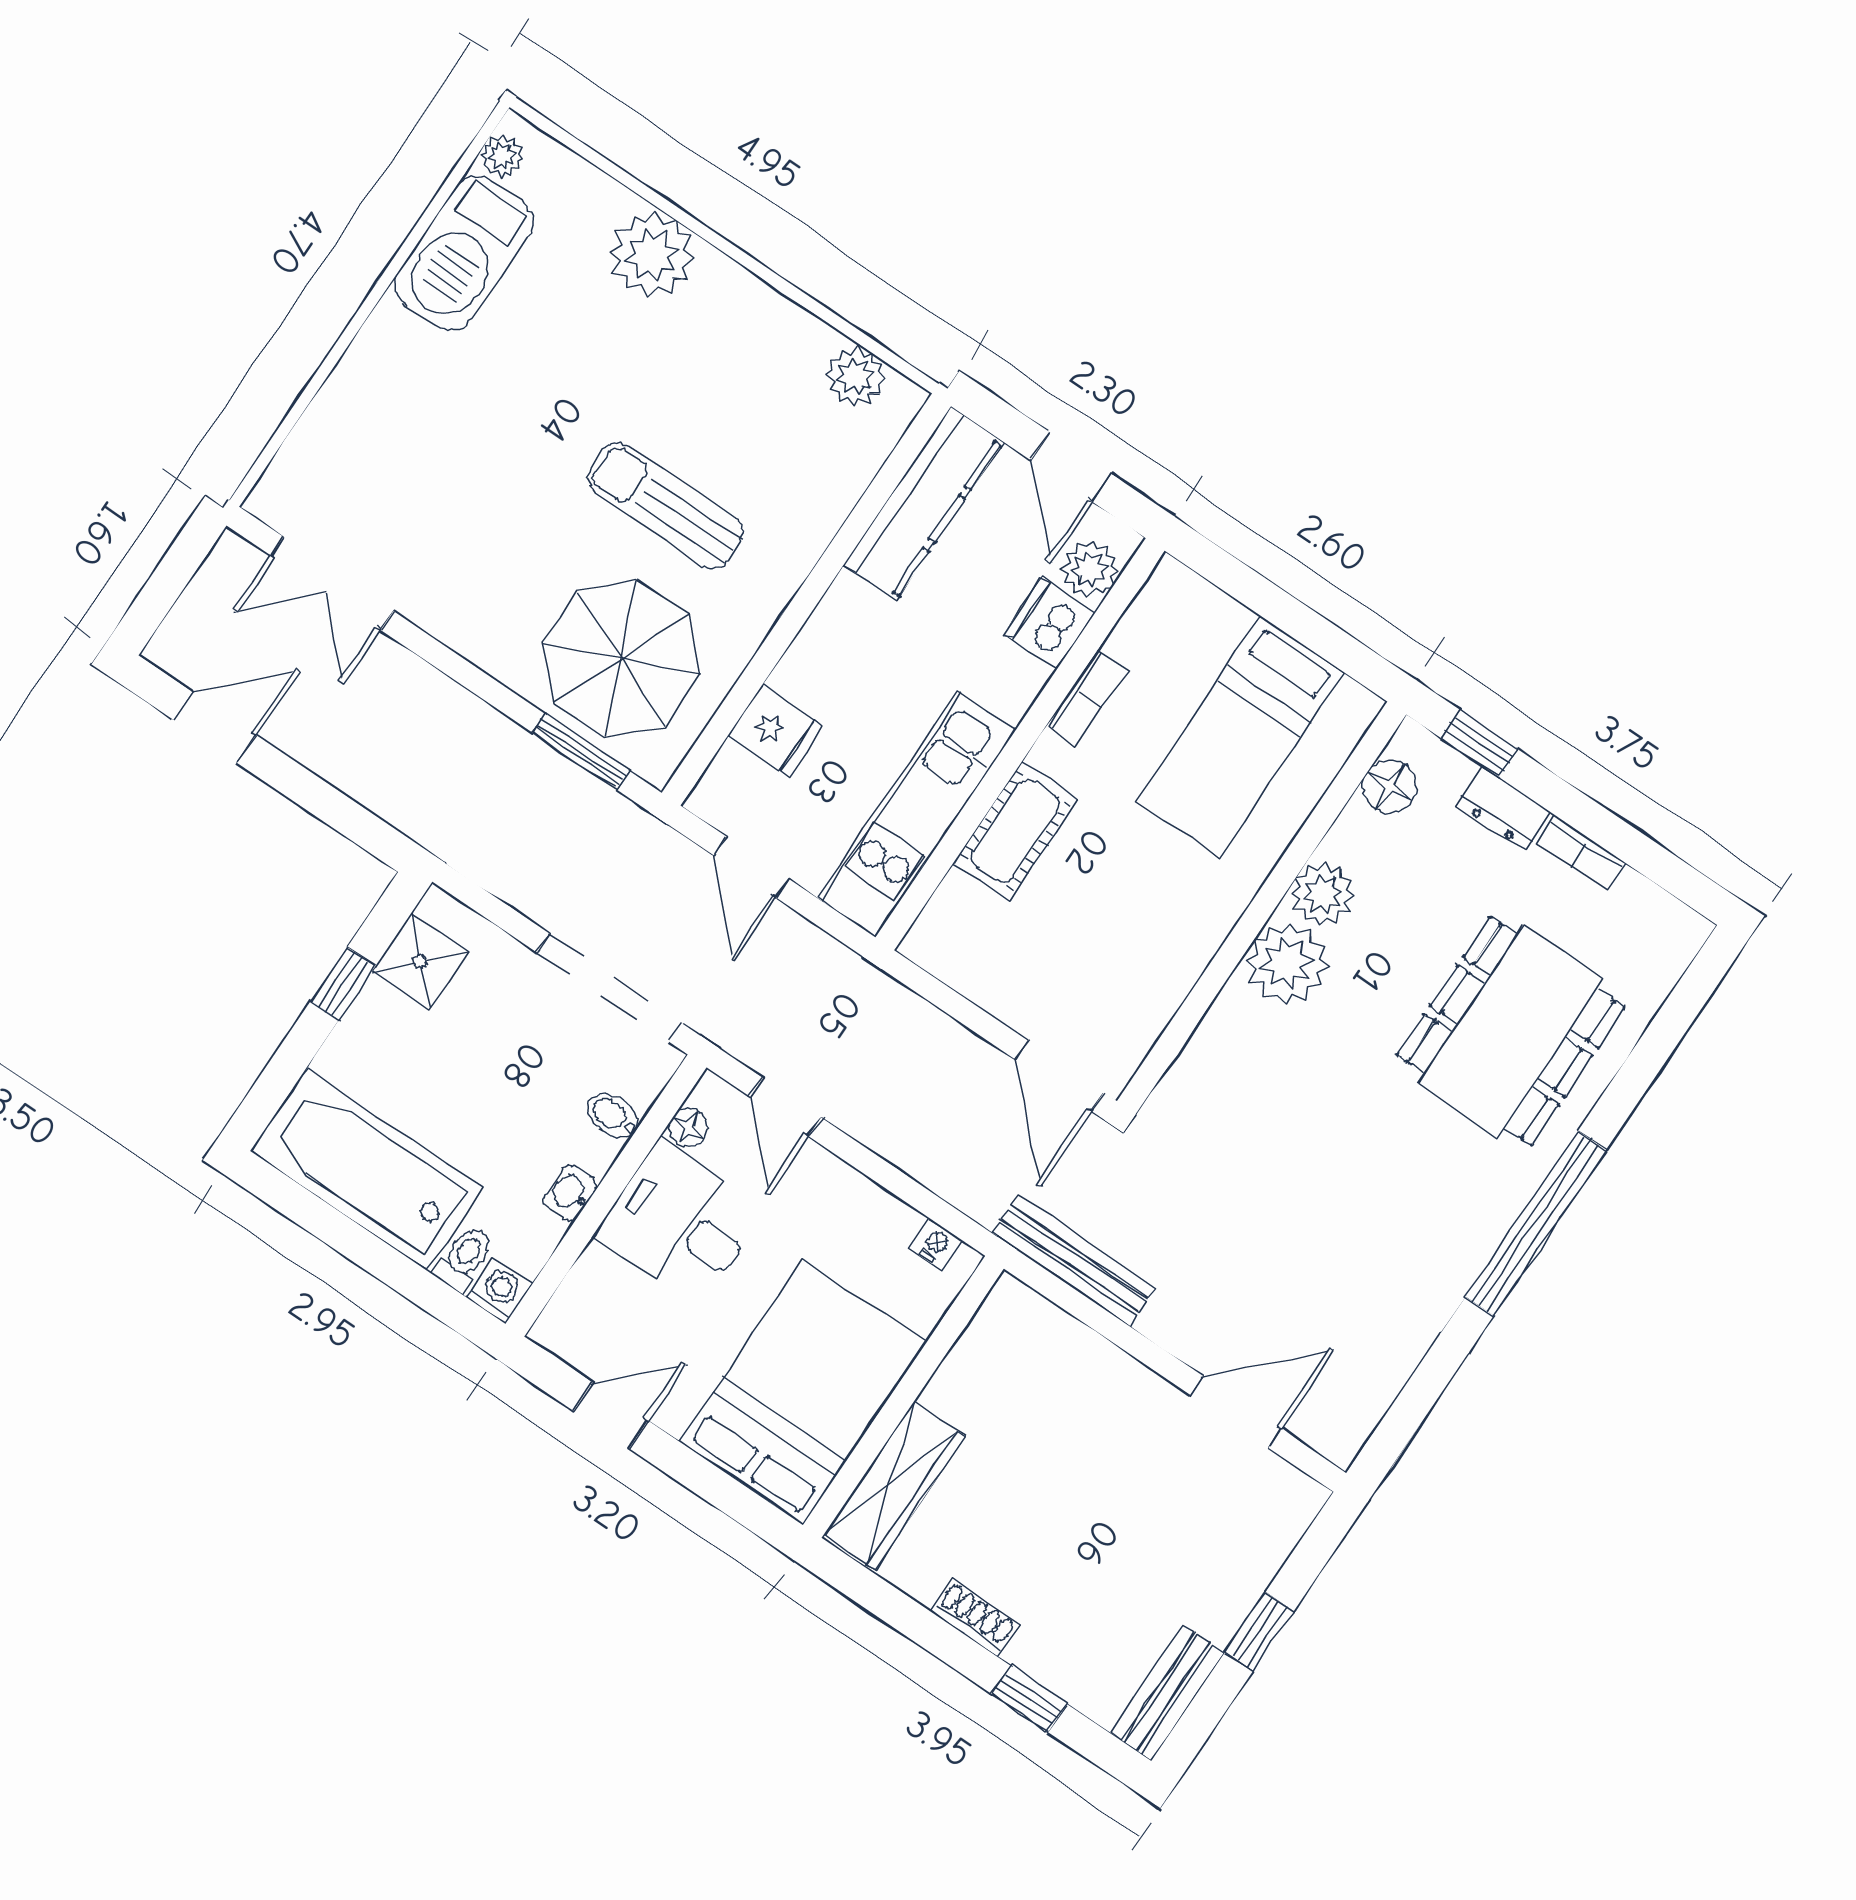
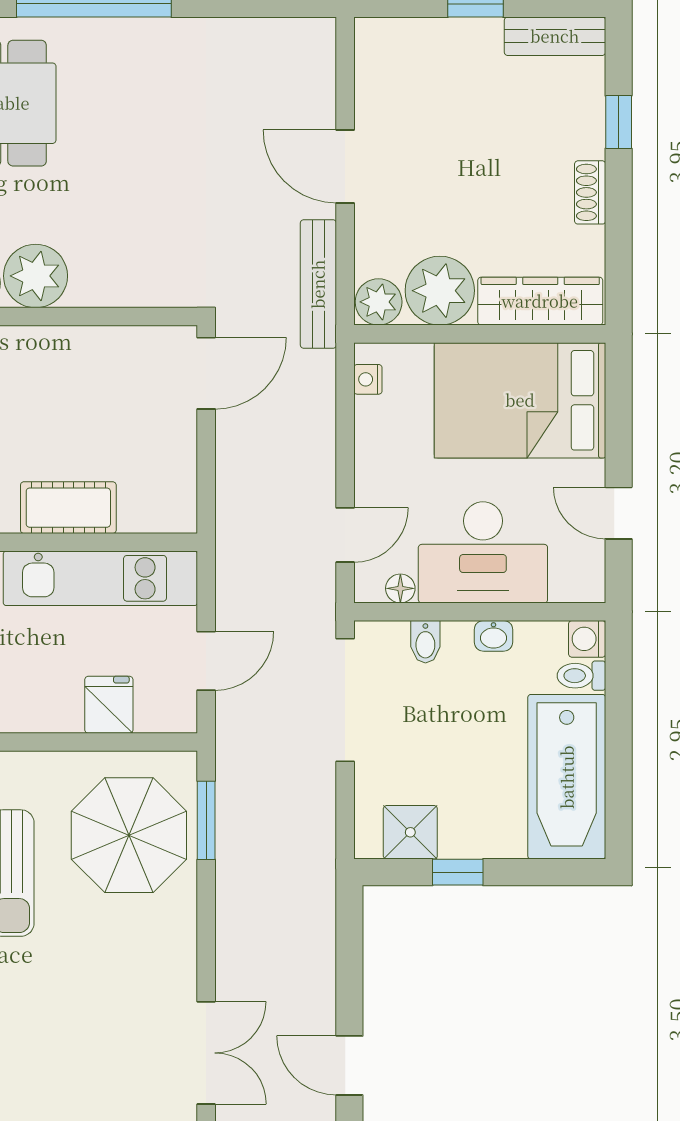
desk: (680, 1223) -> (483, 552), width x1.37
plant: (1011, 1312) -> (379, 302), added
plant: (978, 1386) -> (440, 291), added
door: (1236, 1412) -> (345, 167), moved

